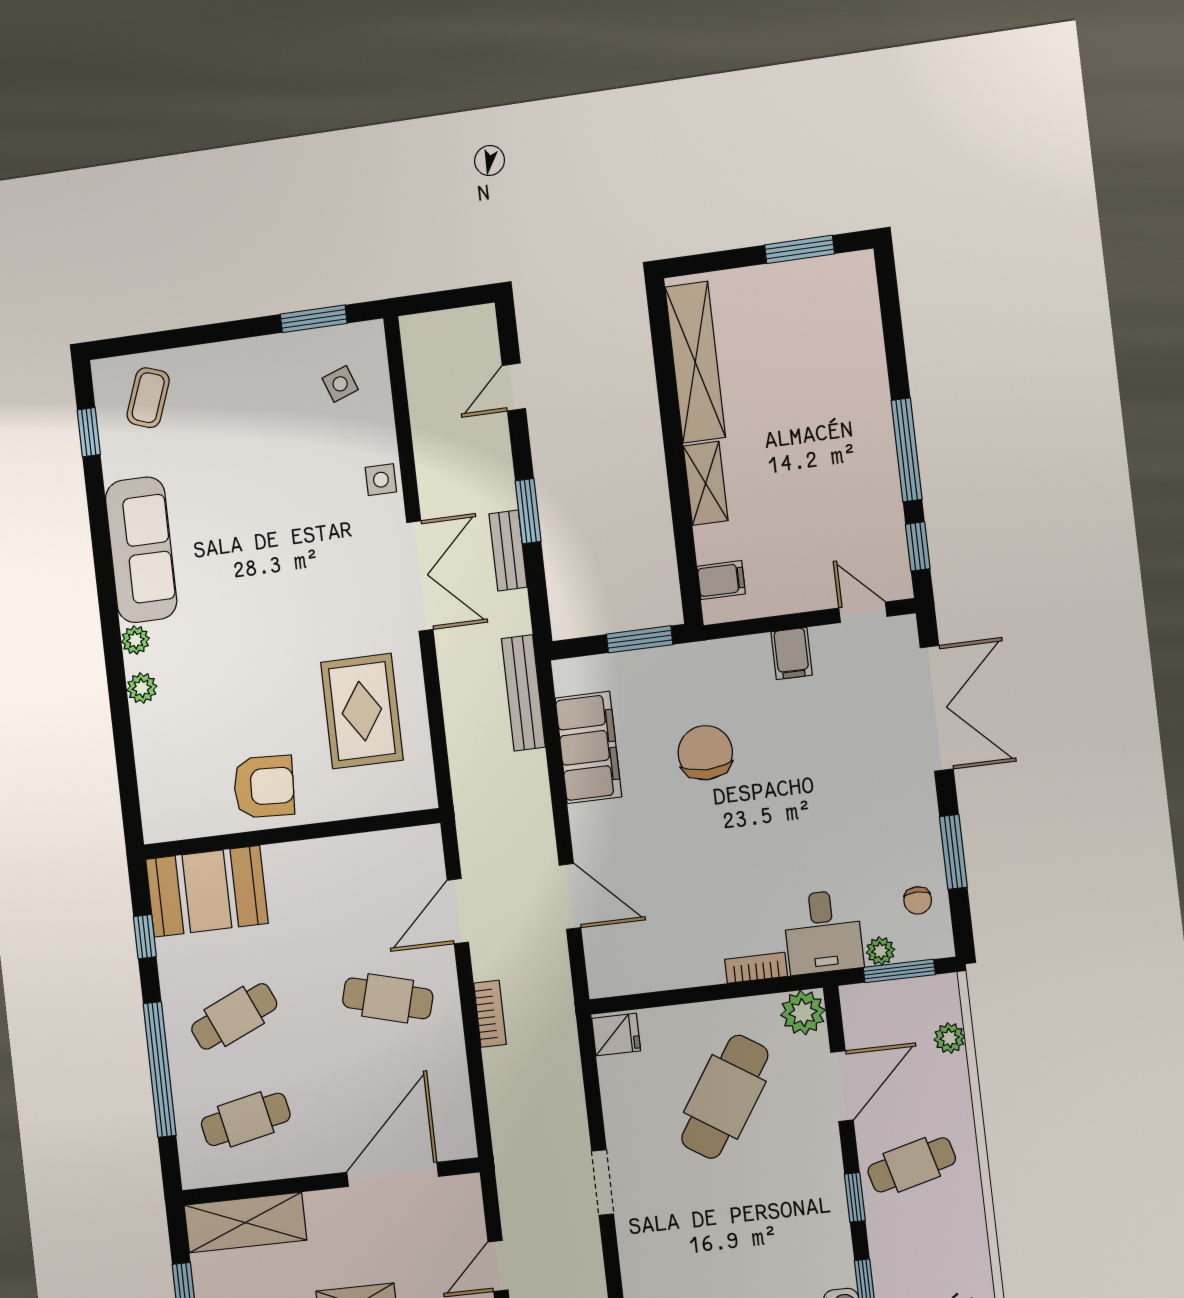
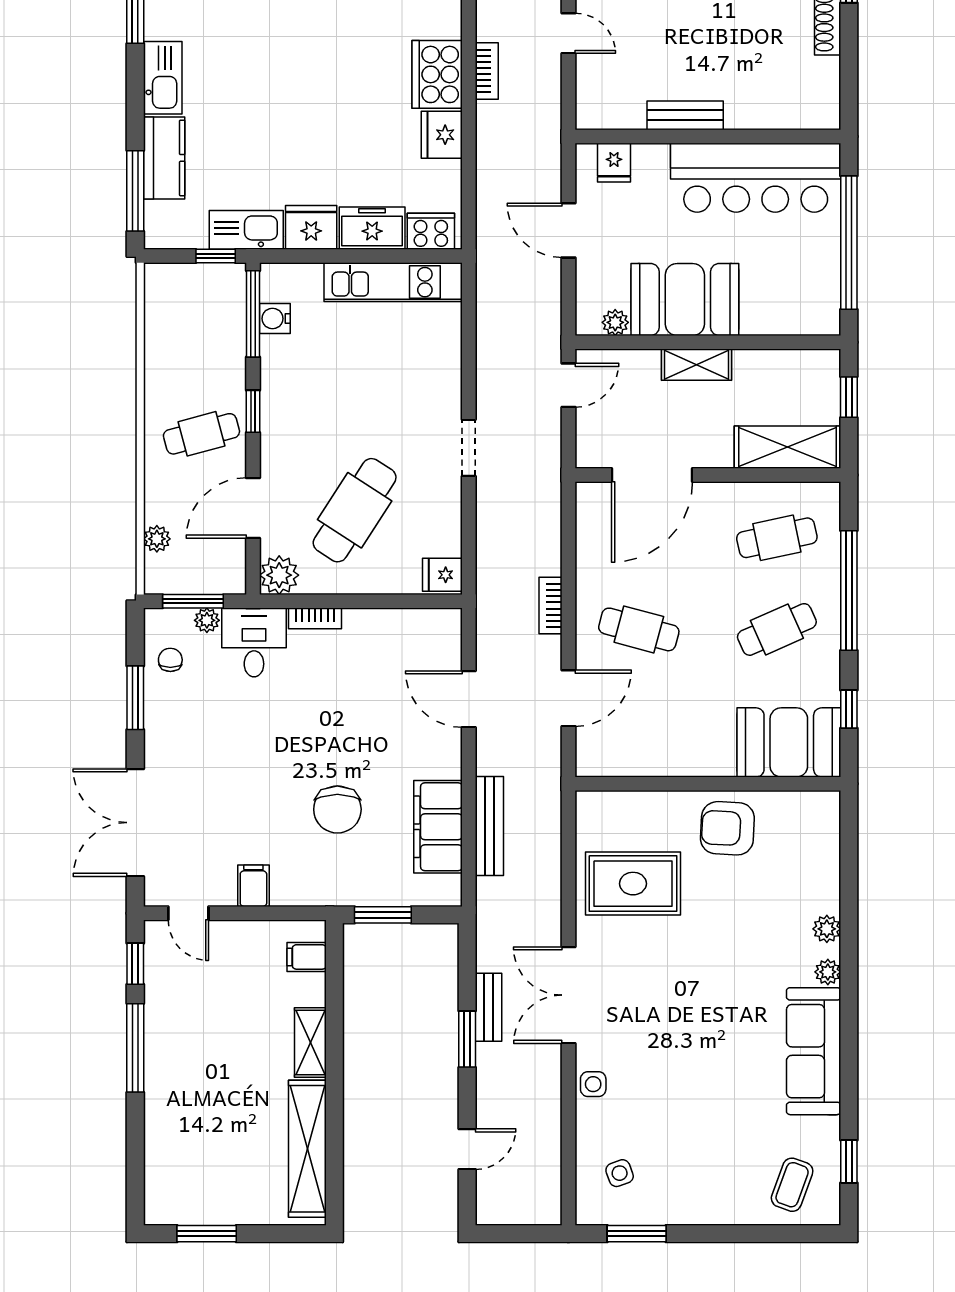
bench: (523, 693) -> (489, 826), moved
rug: (362, 711) -> (633, 884), turned 90

